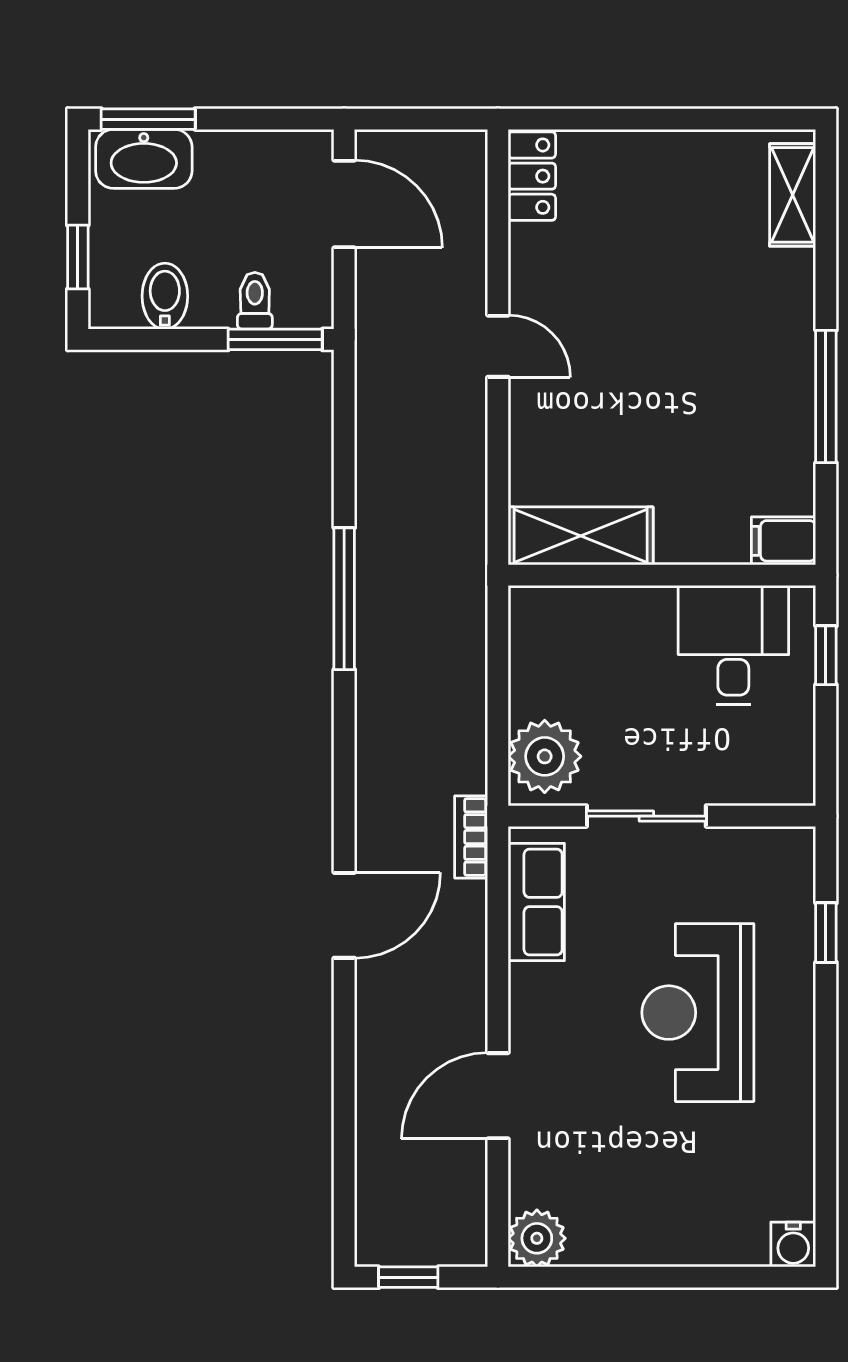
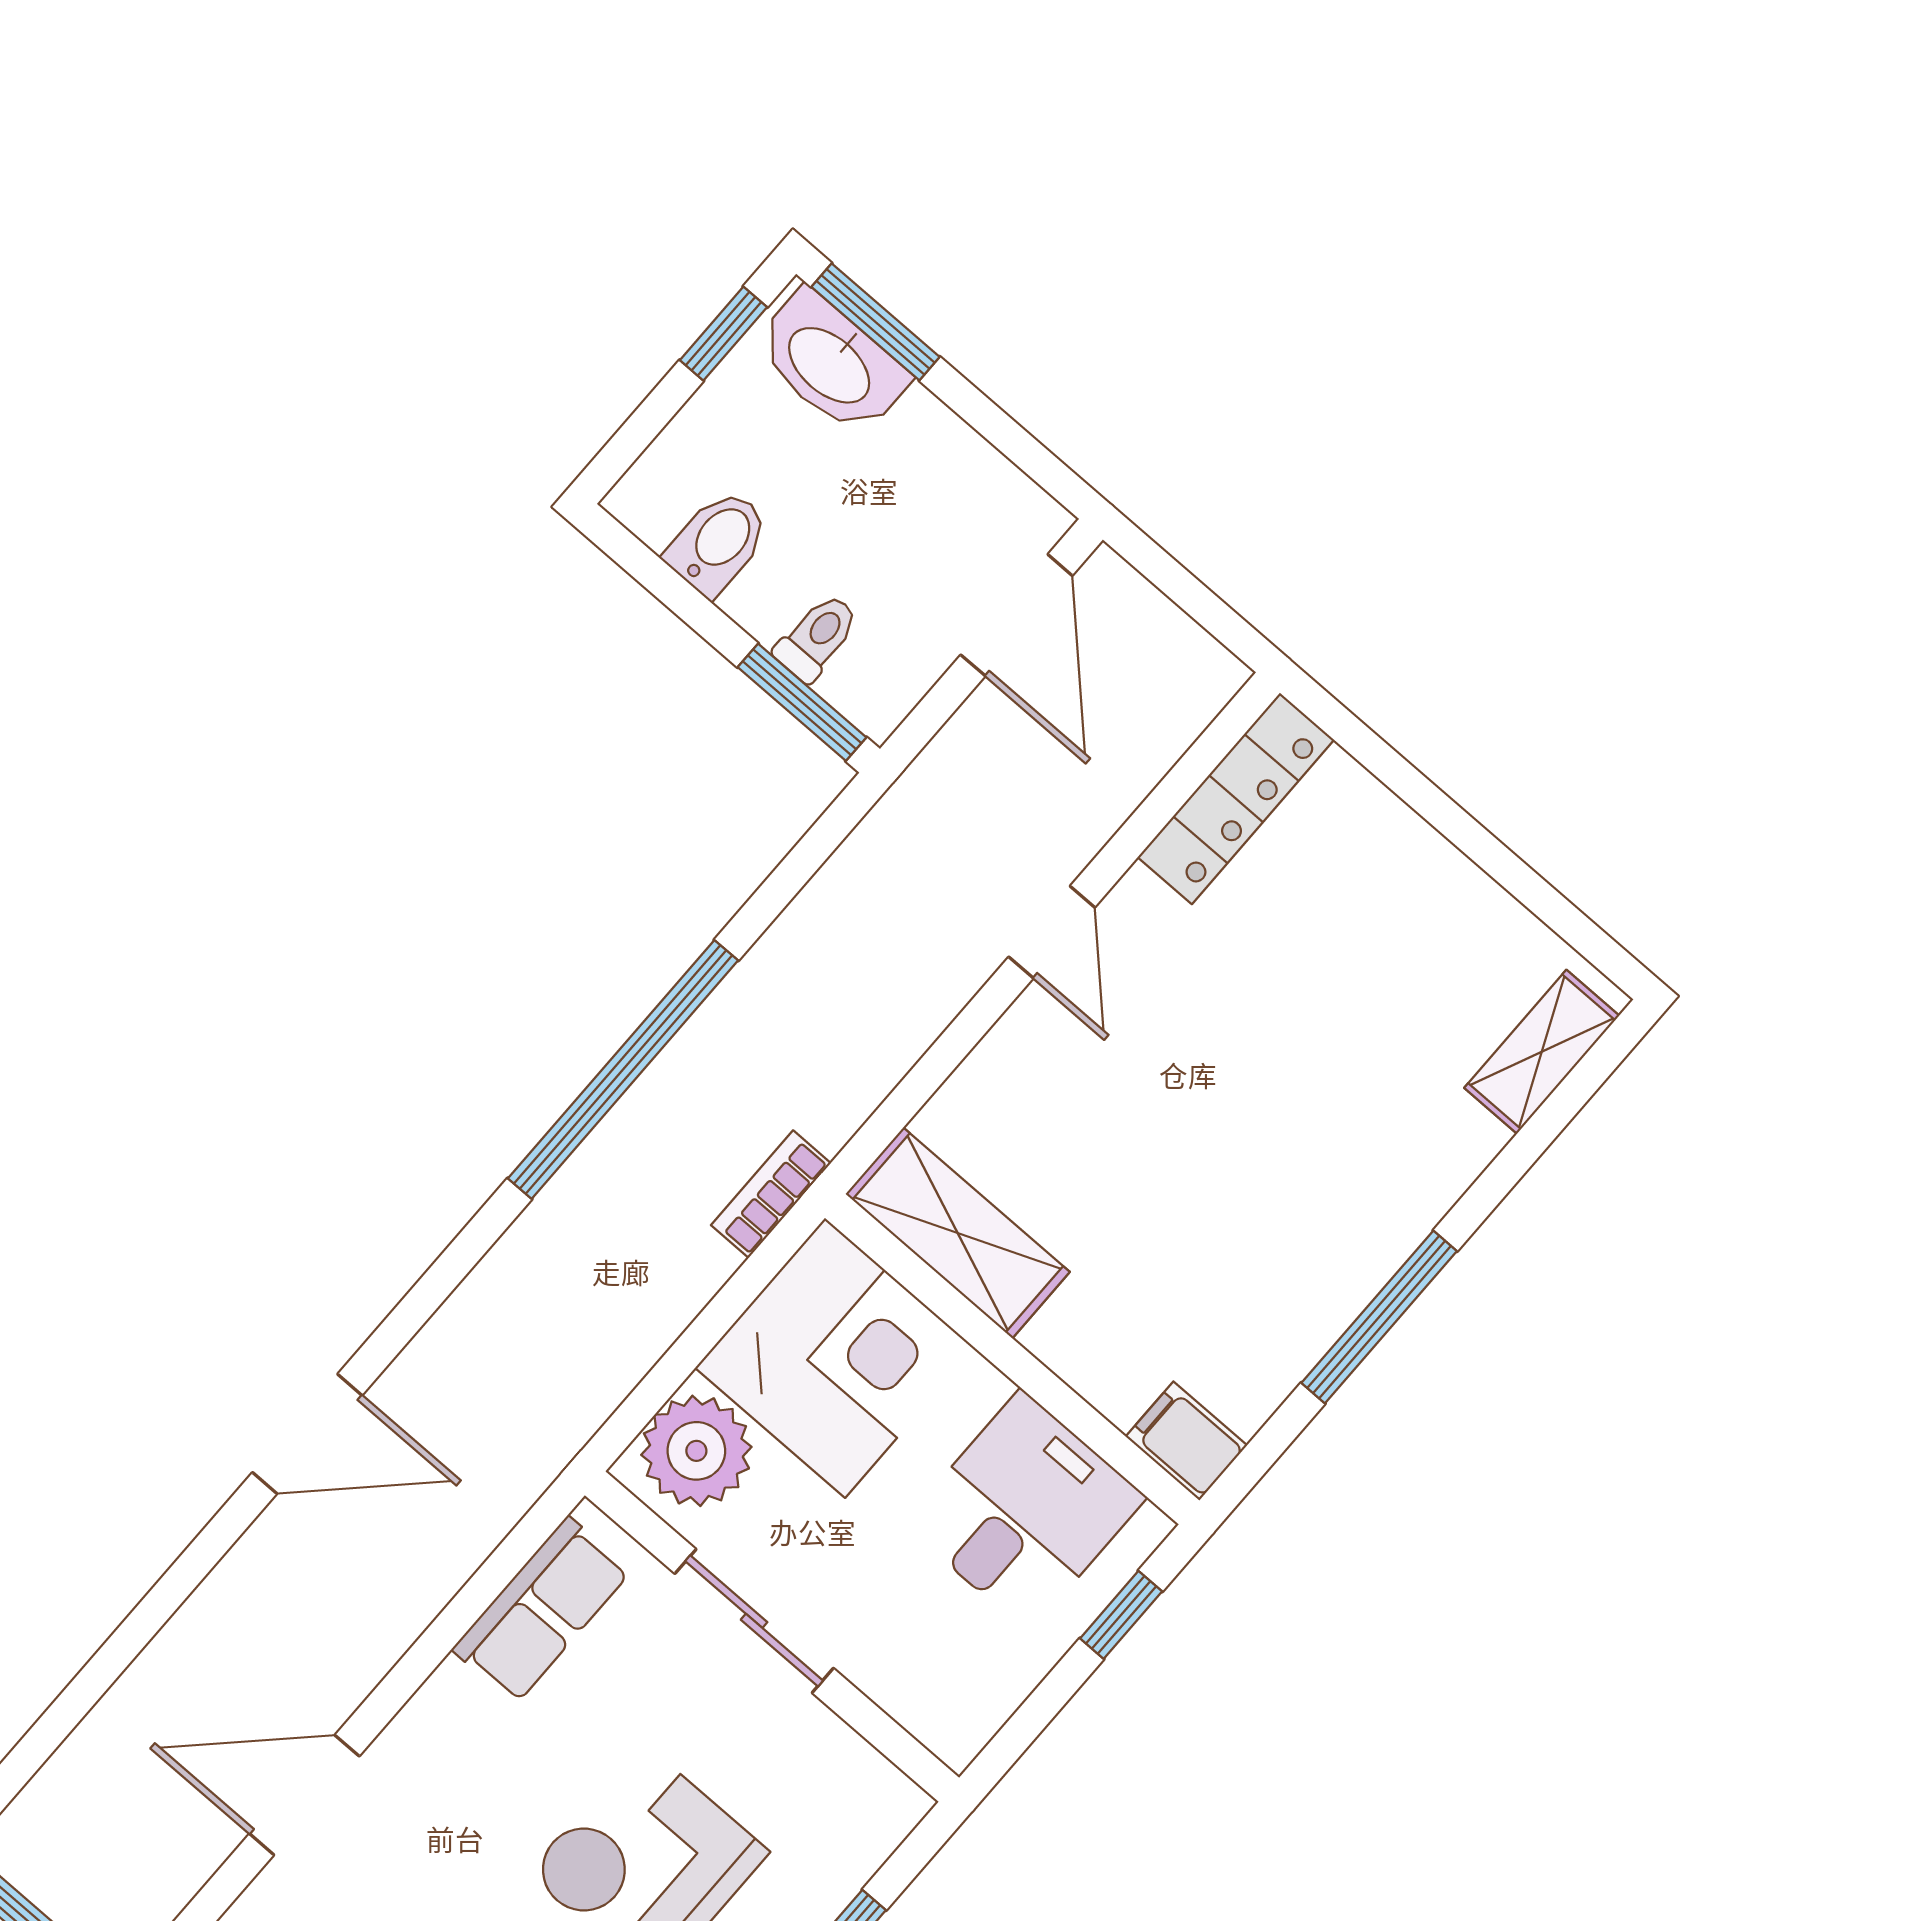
locker: (532, 176) -> (1236, 798), width x1.53
window: (78, 257) -> (723, 334), moved
window: (344, 599) -> (623, 1069), width x1.46
corner desk: (573, 651) -> (835, 1358), added
bookcase: (471, 837) -> (771, 1194), moved

